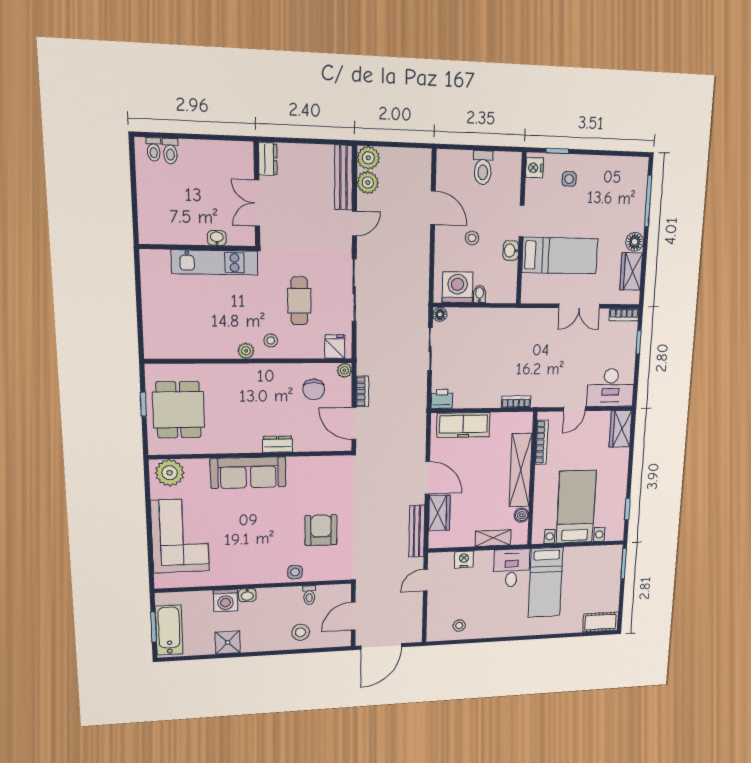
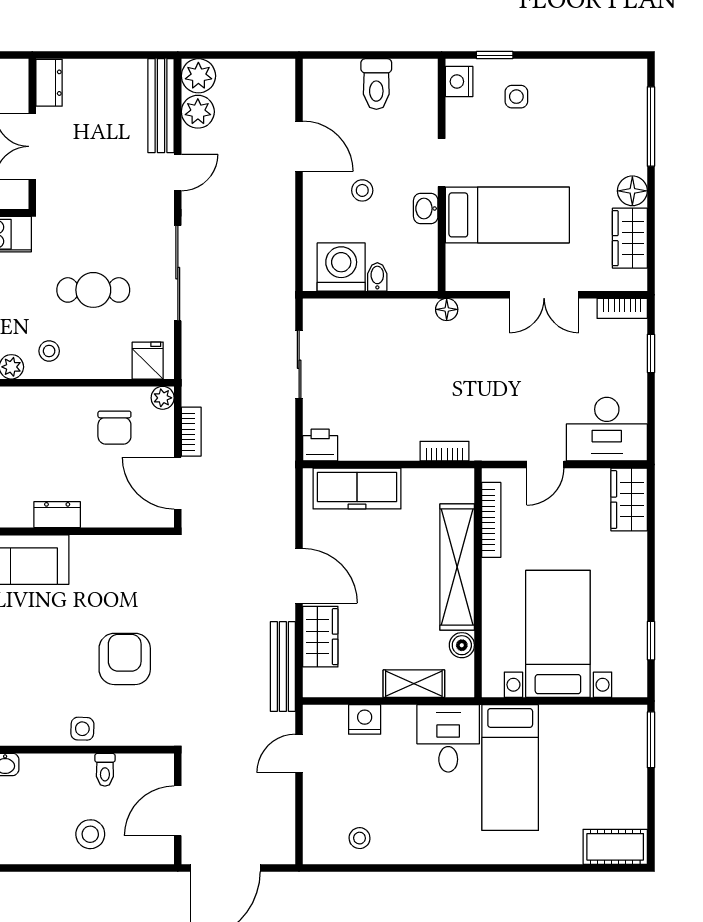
cafe table: (299, 301) -> (93, 290), turned 90
floor lamp: (440, 314) -> (447, 309), moved

